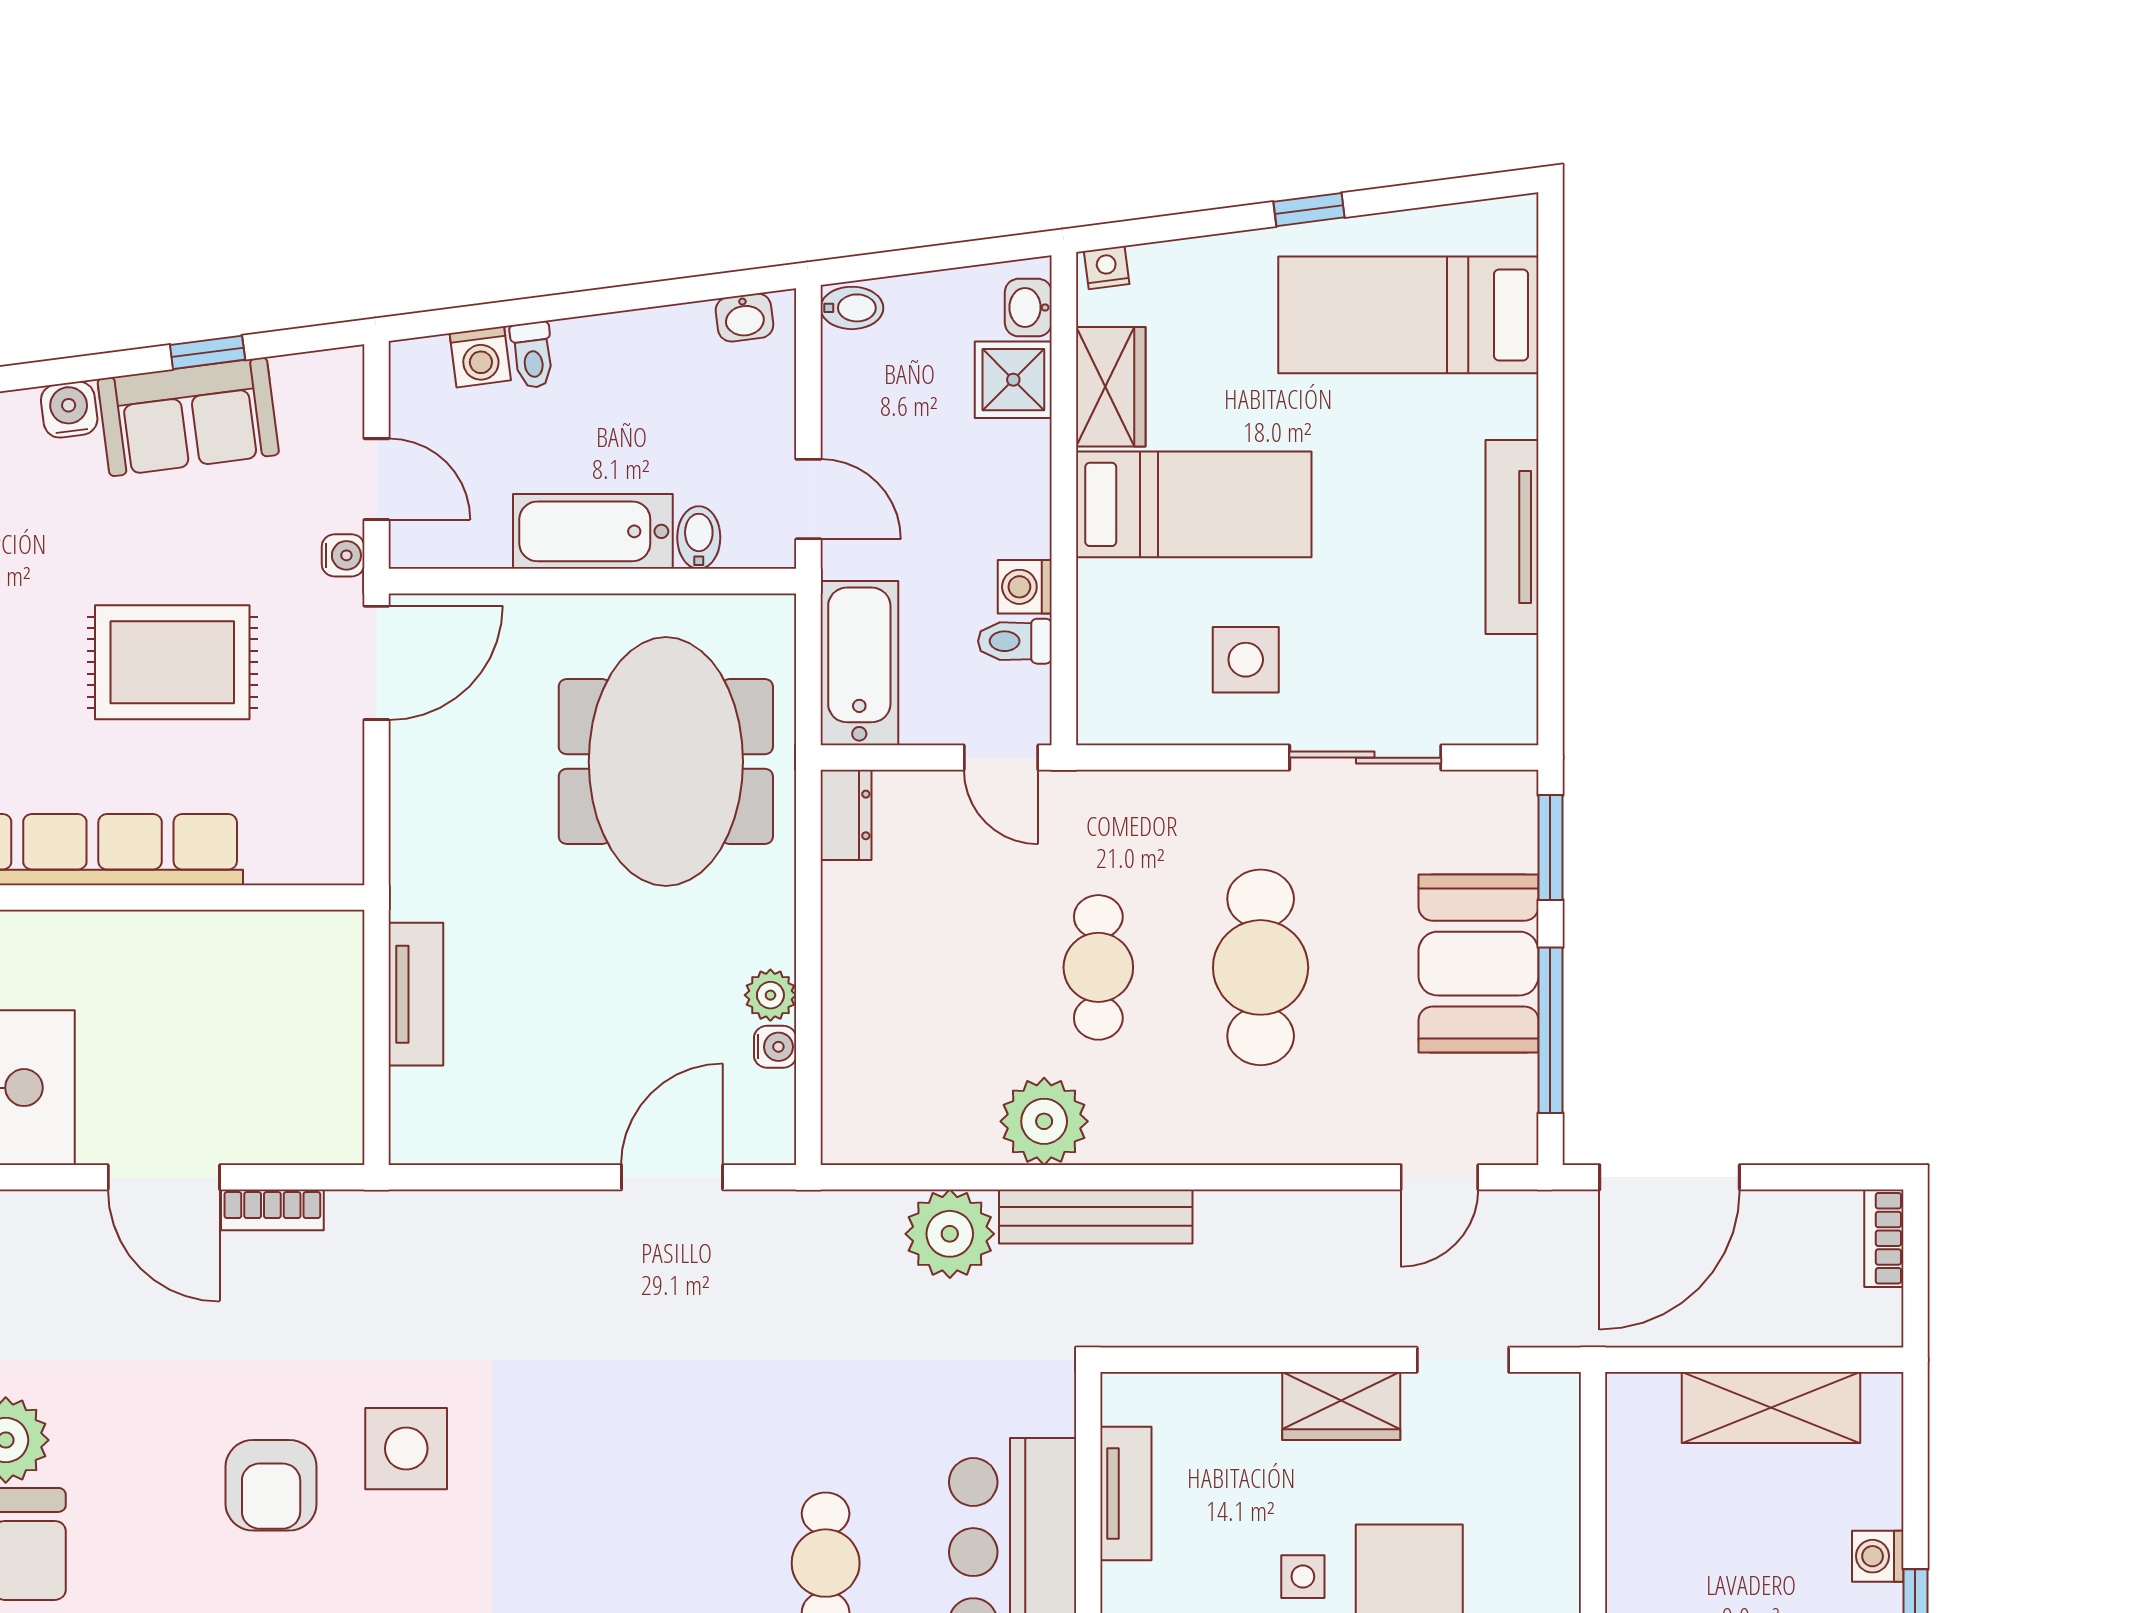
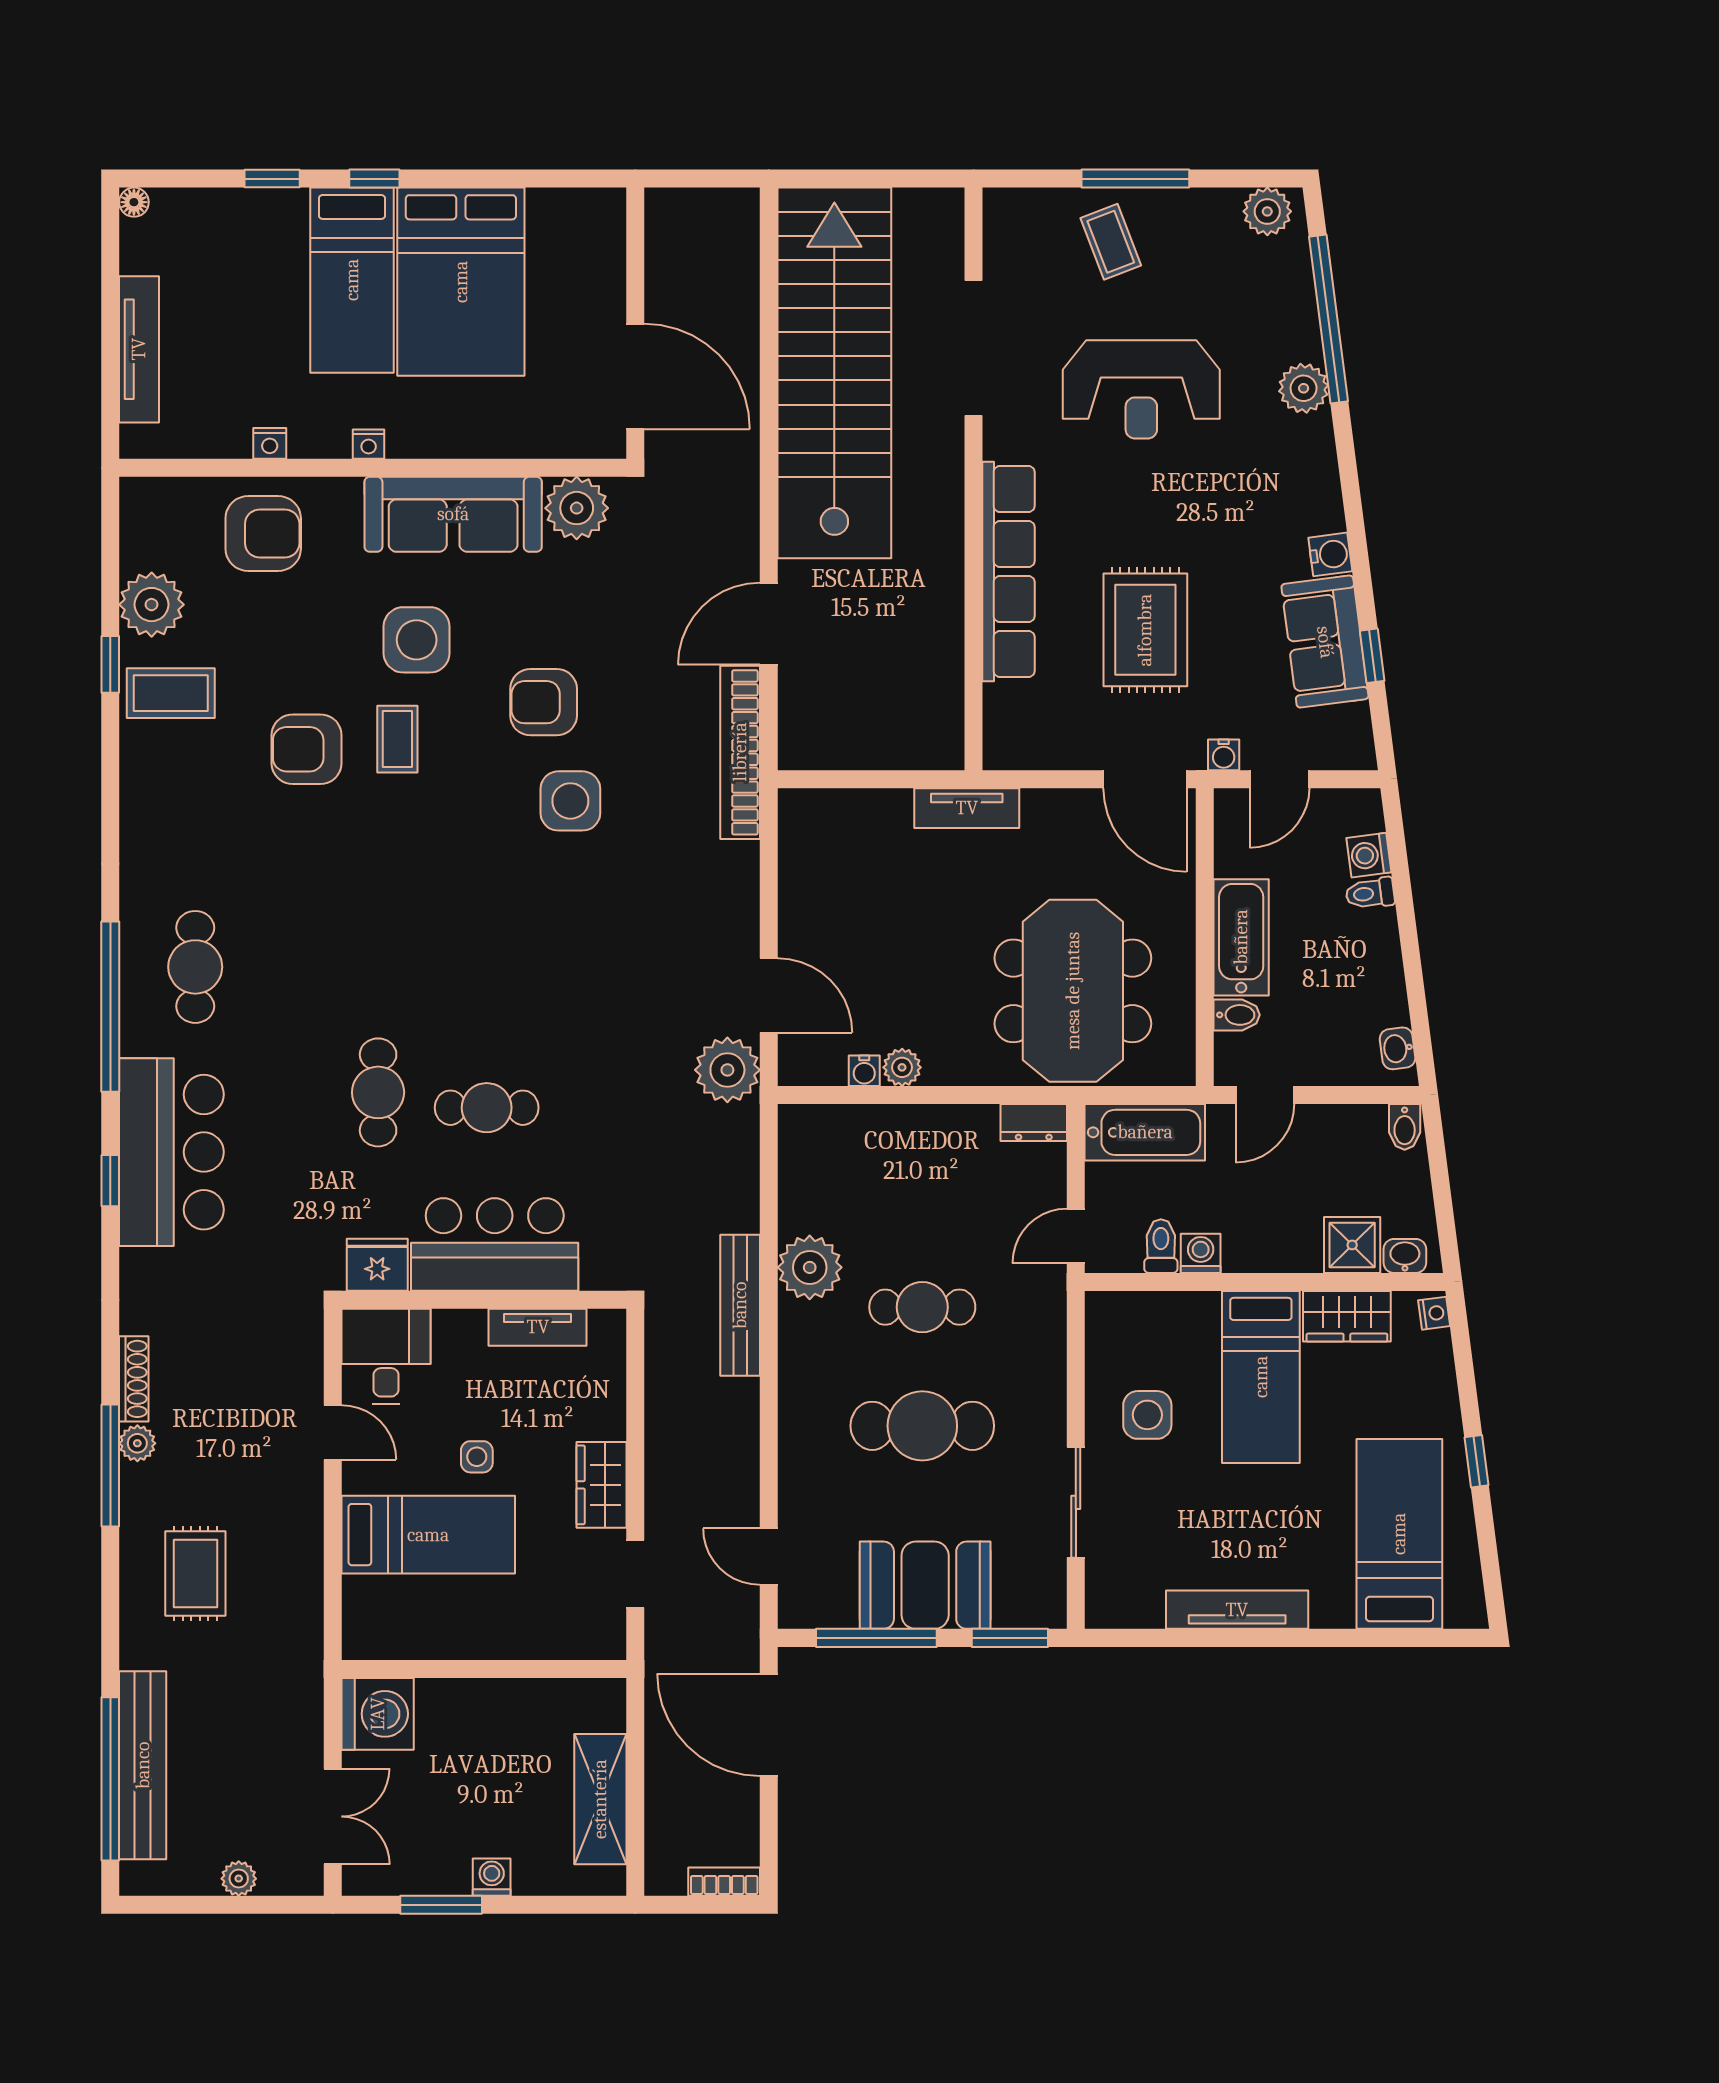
meeting table: (666, 762) -> (1073, 991), turned 90
tv unit: (416, 994) -> (967, 808), moved
bookcase: (272, 1210) -> (740, 752), width x2.31, depth x1.31
plant: (950, 1234) -> (727, 1070), moved

